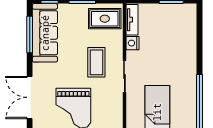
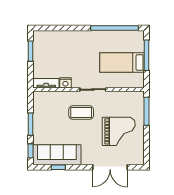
rug: (105, 19) -> (45, 106), removed
window: (30, 34) -> (58, 167), width x0.46

